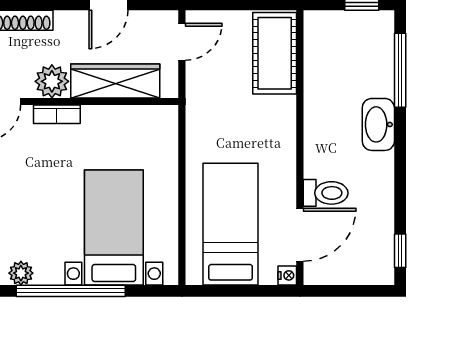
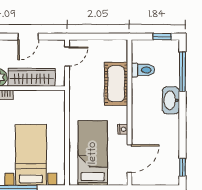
cot: (275, 53) -> (116, 84), moved
toilet: (326, 193) -> (143, 70), moved
nightstand: (287, 275) -> (123, 129), moved

